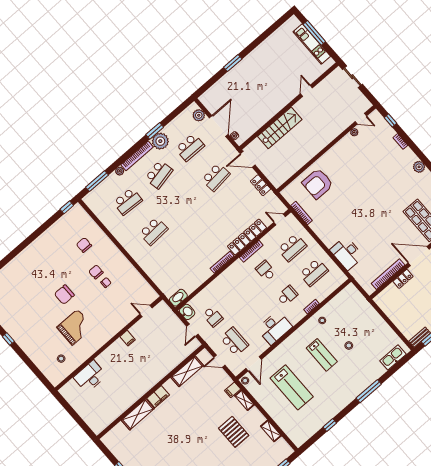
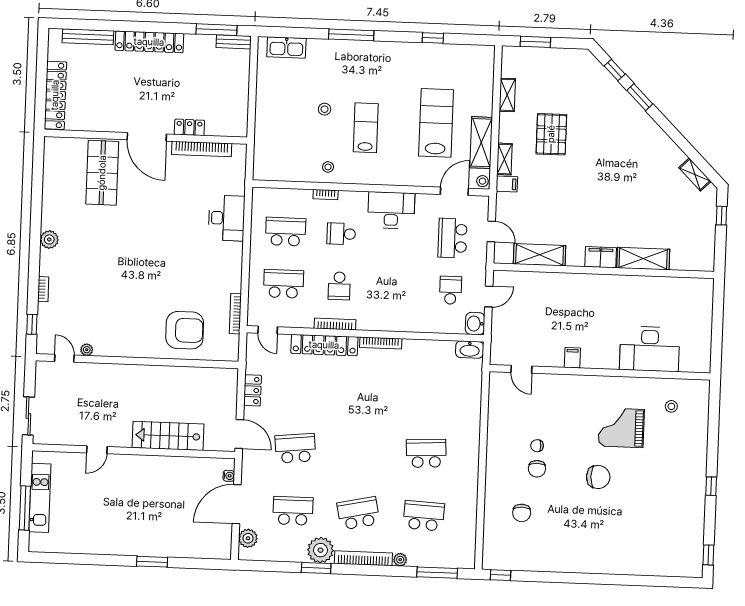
desk: (90, 376) -> (650, 349), width x1.36, depth x1.30
shelving: (262, 398) -> (481, 143), added

